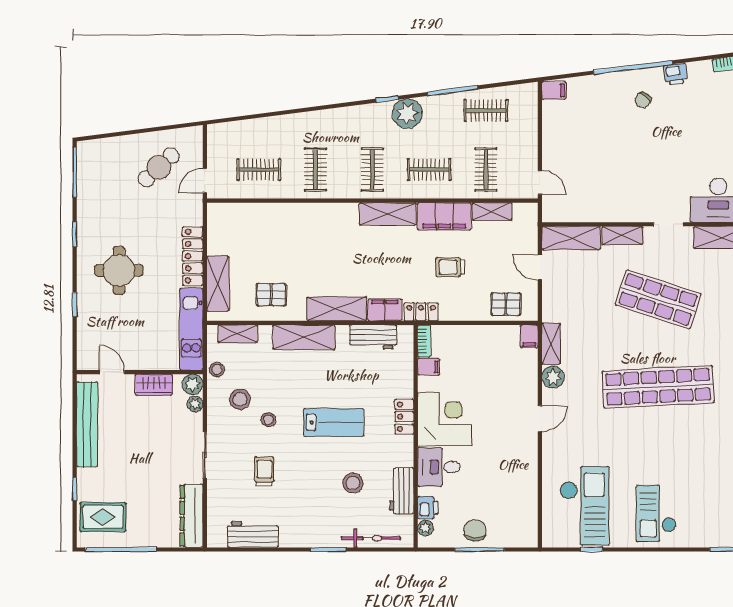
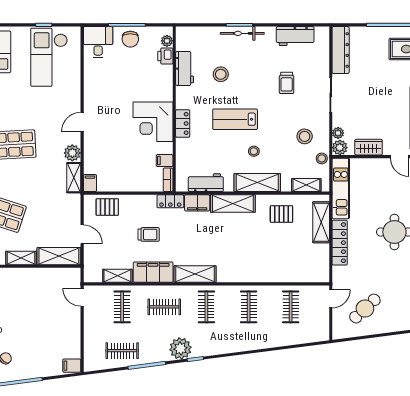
clothes rail: (259, 170) -> (291, 307), turned 90
stool: (268, 420) -> (254, 151), moved
desk: (439, 467) -> (98, 42), moved, turned -90
bicycle: (371, 538) -> (242, 33), moved

